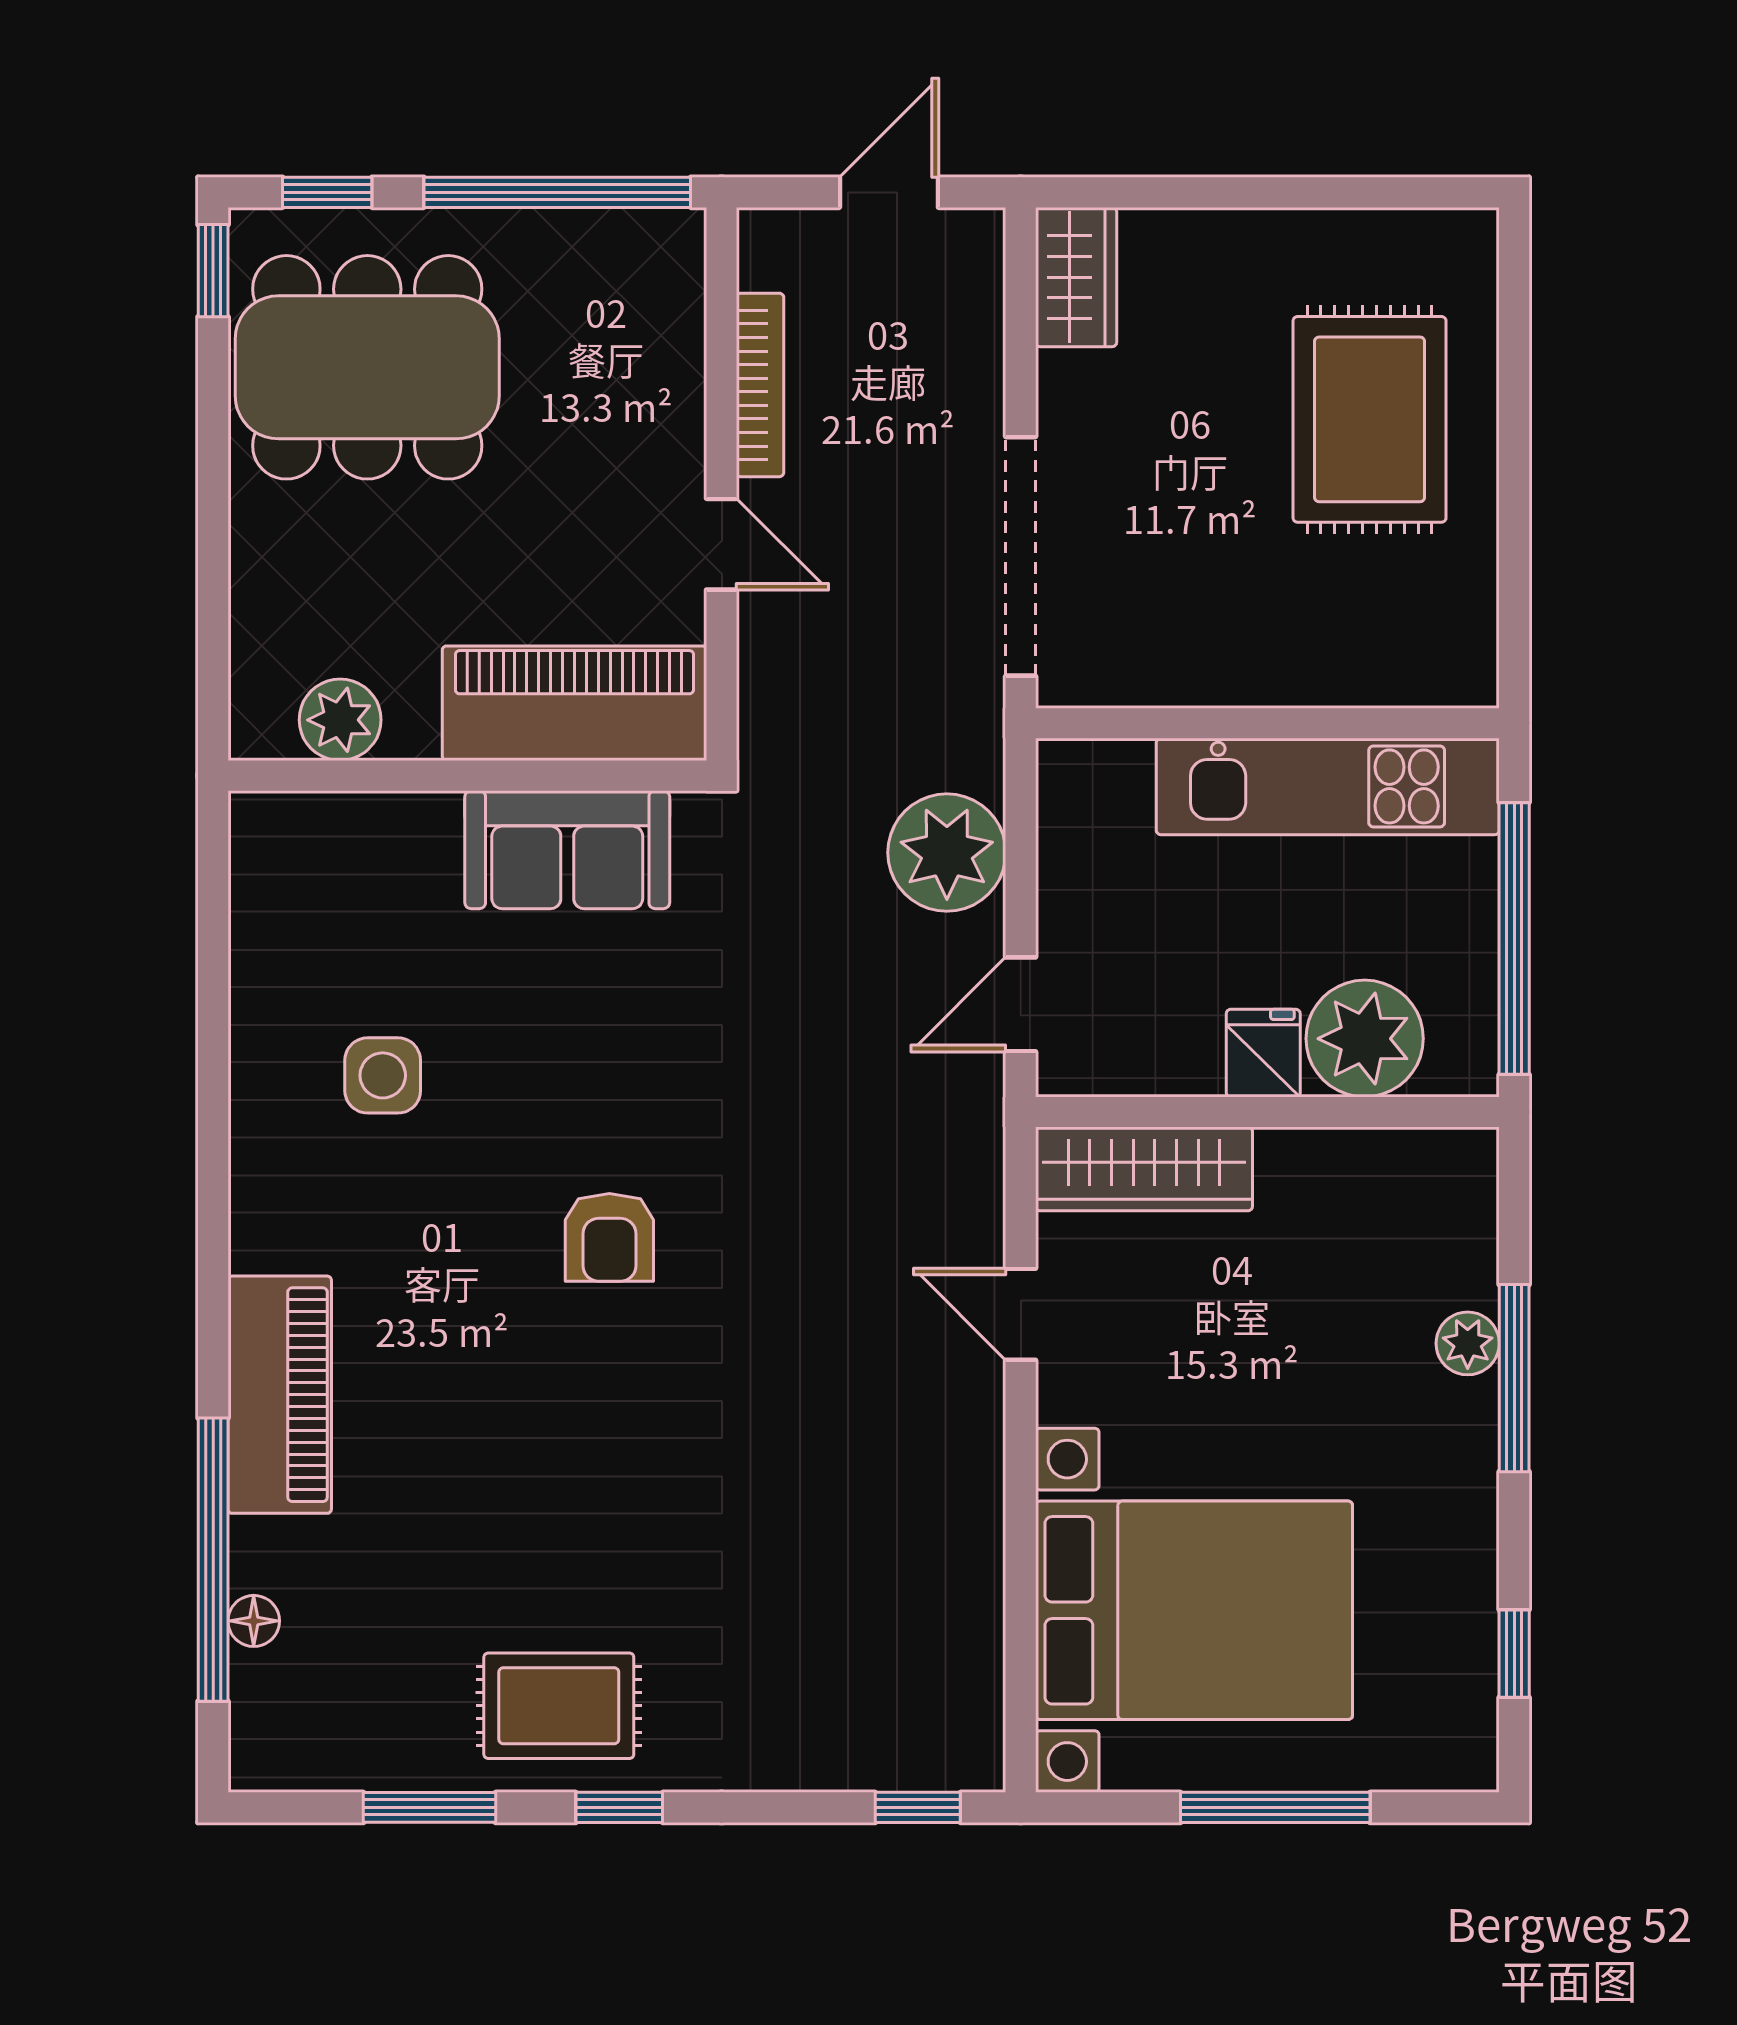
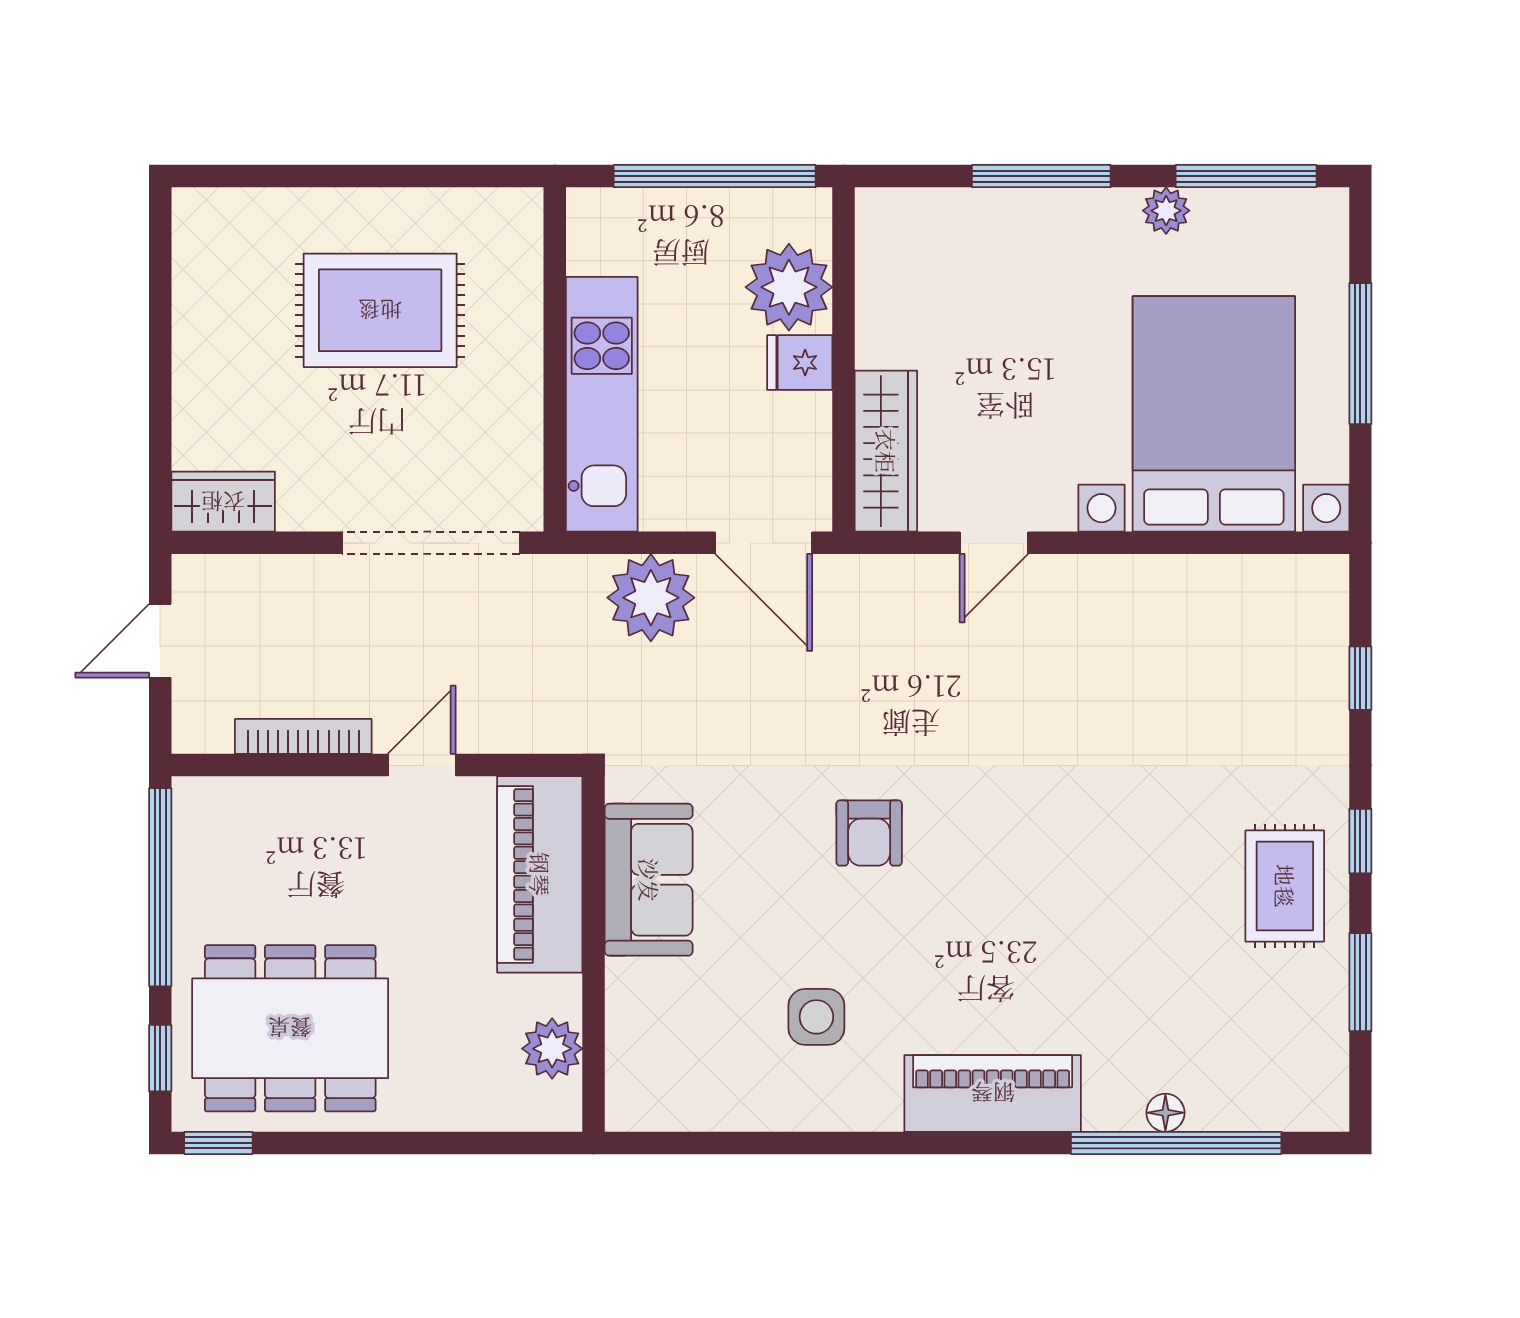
door: (889, 192) -> (160, 641), hinge flipped
dining table: (367, 367) -> (290, 1028), turned 90
rug: (1370, 419) -> (380, 310), moved
kitchen unit: (1328, 786) -> (602, 404), moved
door: (1021, 1004) -> (764, 543), width x1.38
armchair: (609, 1237) -> (869, 833), moved, turned 90
plant: (1468, 1343) -> (1166, 211), moved
piano: (280, 1395) -> (993, 1093), moved
floor lamp: (254, 1621) -> (1165, 1113), moved
window: (1514, 1654) -> (1246, 176), width x2.17
window: (918, 1807) -> (1360, 678), moved

